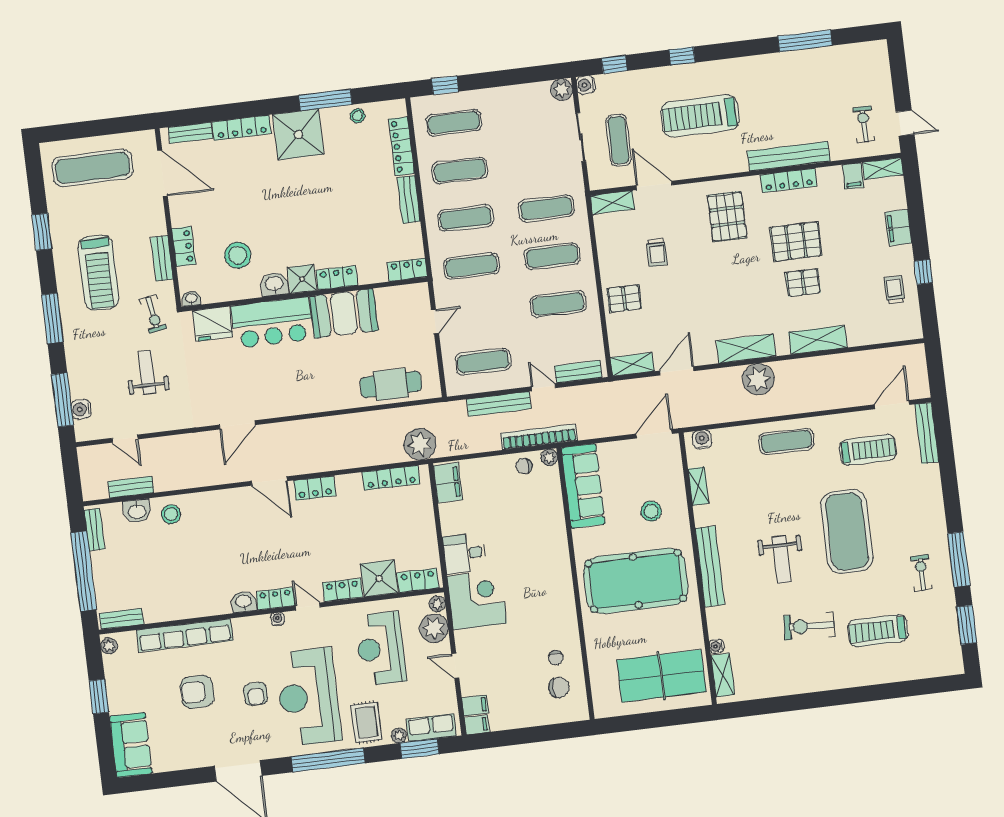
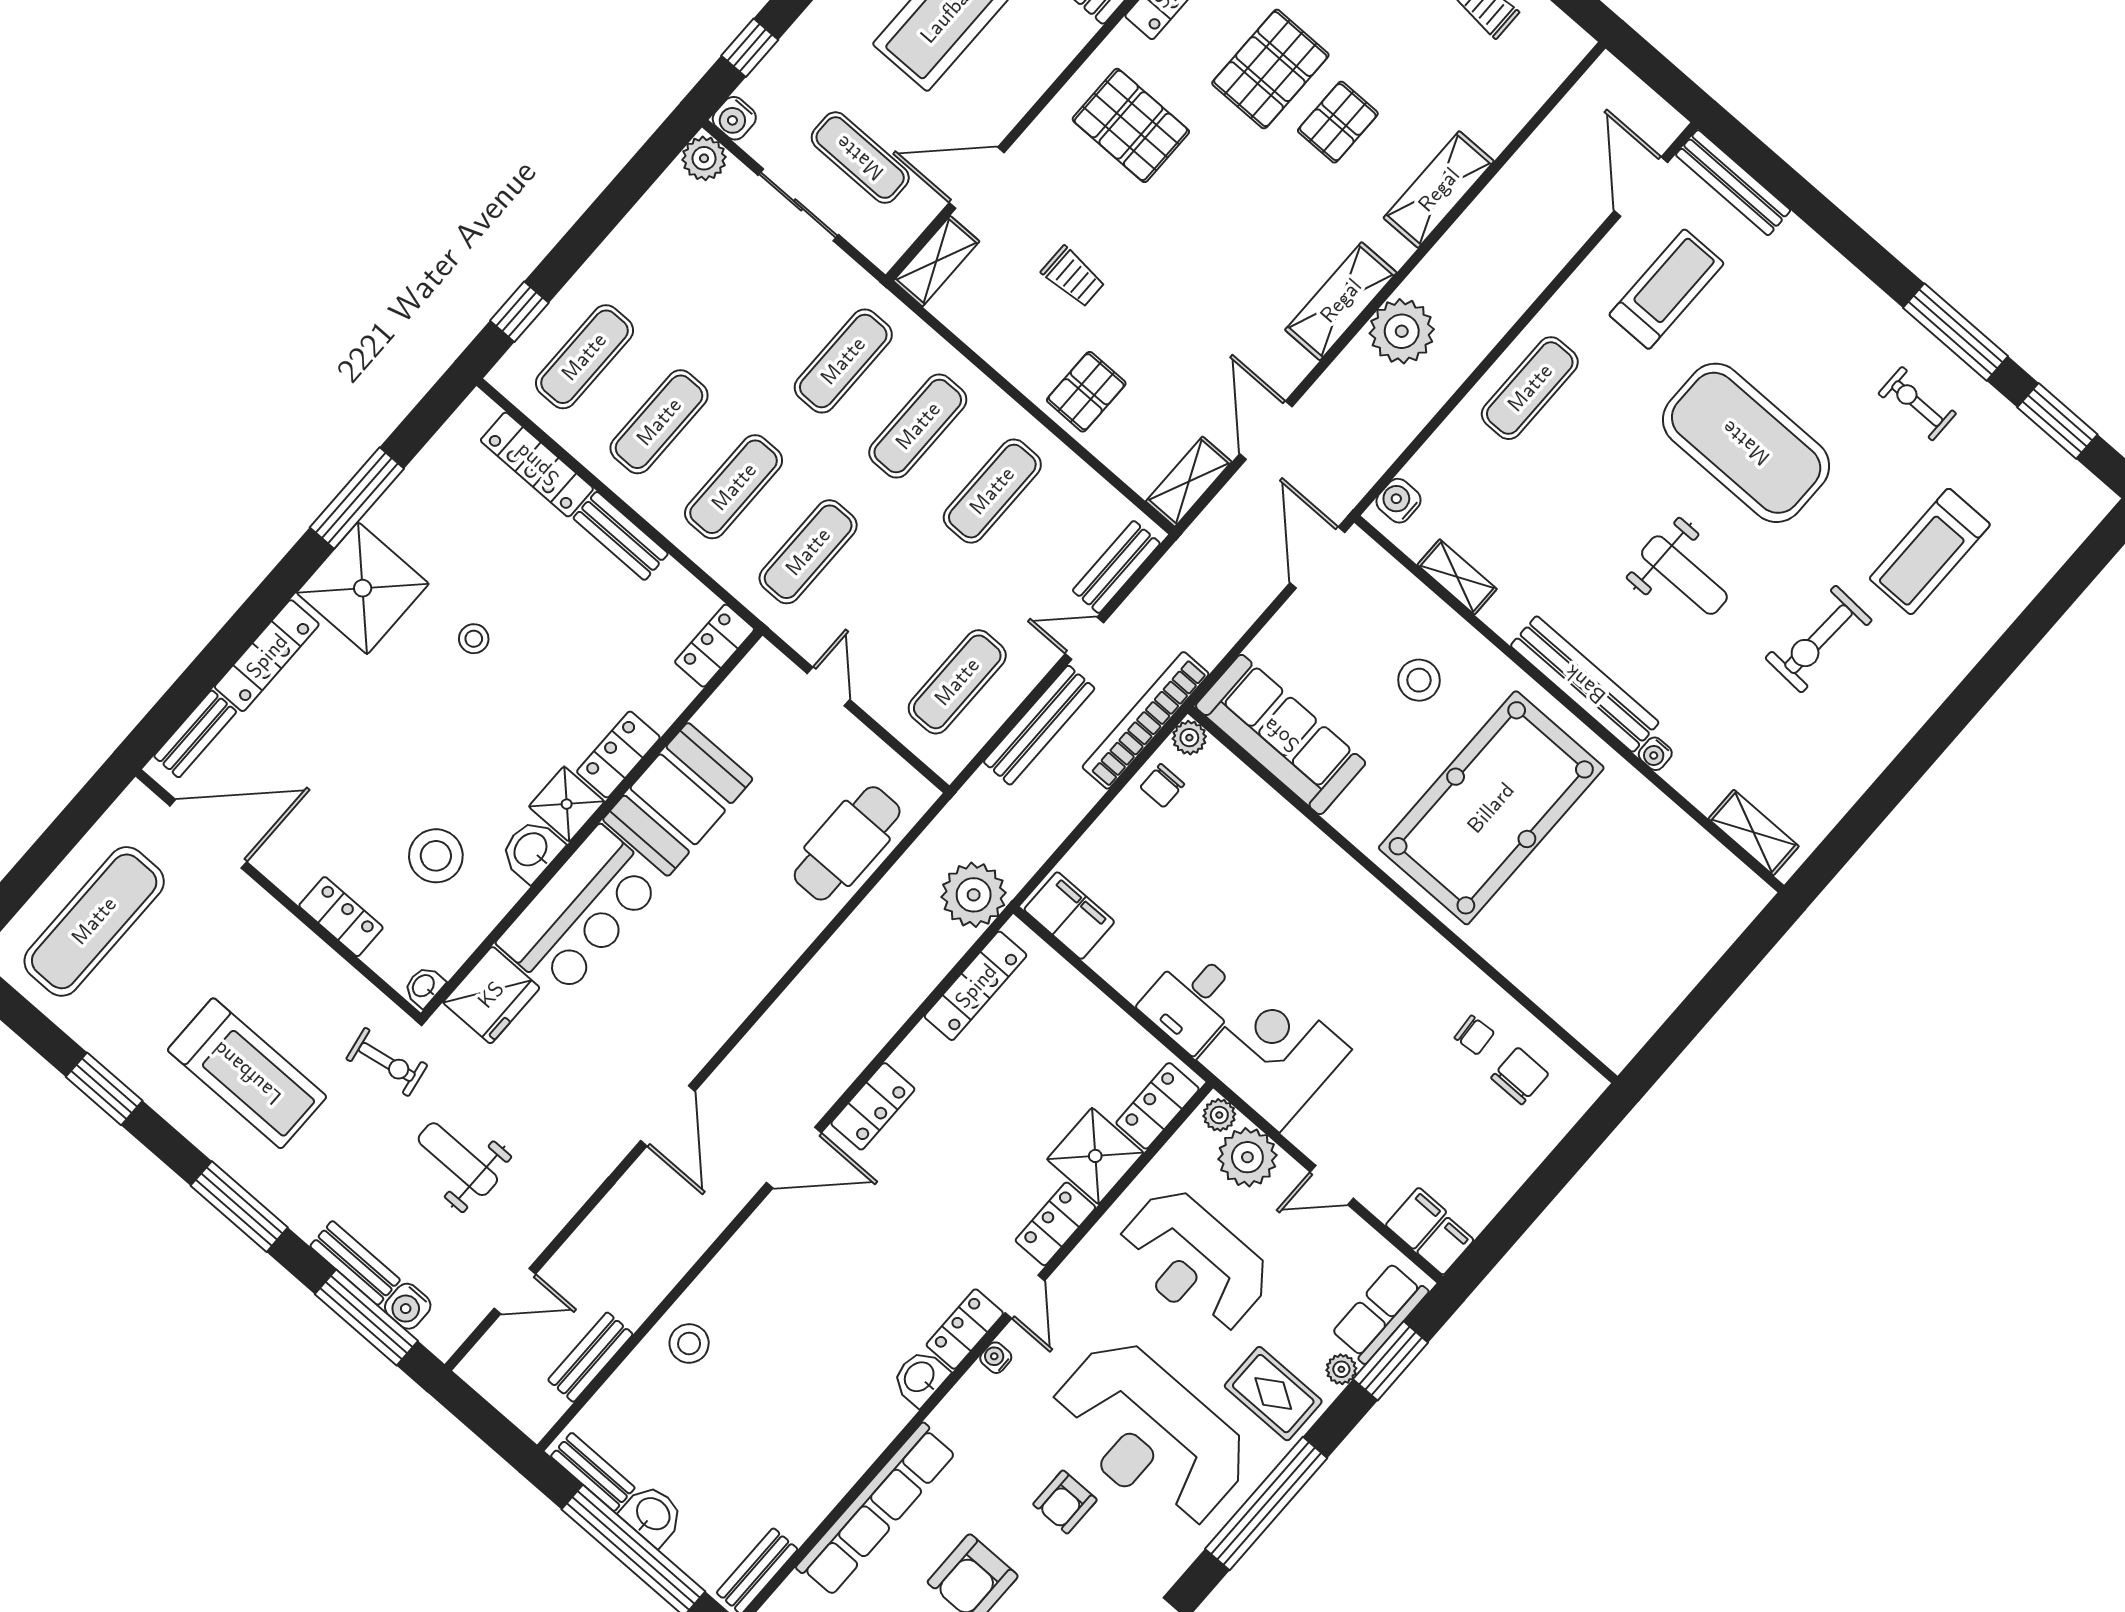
stool: (358, 116) -> (474, 639), moved
bench: (162, 258) -> (355, 1263), moved
washbasin: (137, 511) -> (652, 1515), moved, turned -90
door: (308, 606) -> (1025, 1297), swing flipped
water cooler: (717, 646) -> (1655, 754), moved
table tennis table: (661, 676) -> (1661, 918), removed
armchair: (256, 694) -> (1065, 1502), turned 90

